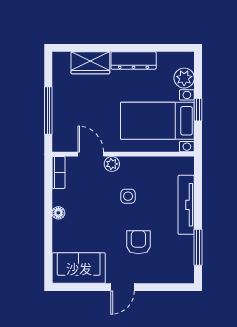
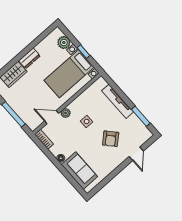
dresser: (134, 60) -> (30, 58), width x0.70
armchair: (138, 242) -> (111, 139), turned -132
sofa: (79, 268) -> (79, 171), moved, turned 90
door: (123, 287) -> (136, 154), moved

